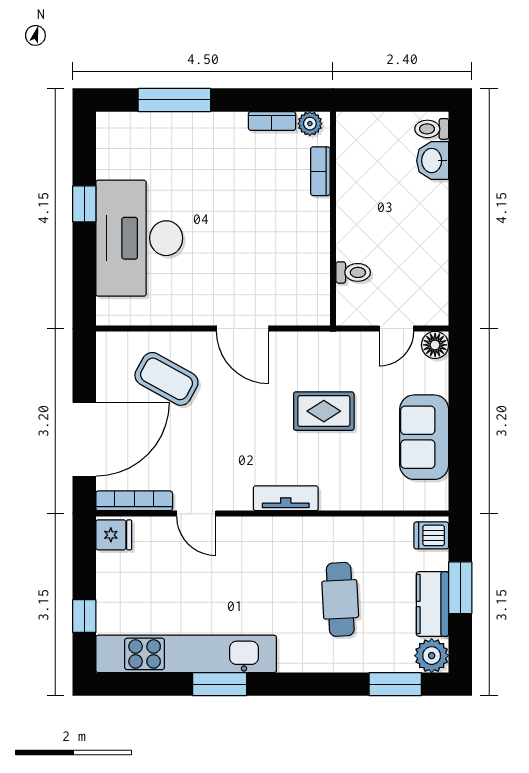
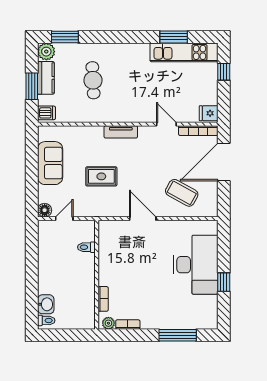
kitchen unit: (186, 654) -> (184, 52), width x0.73
window: (220, 684) -> (174, 37), moved

